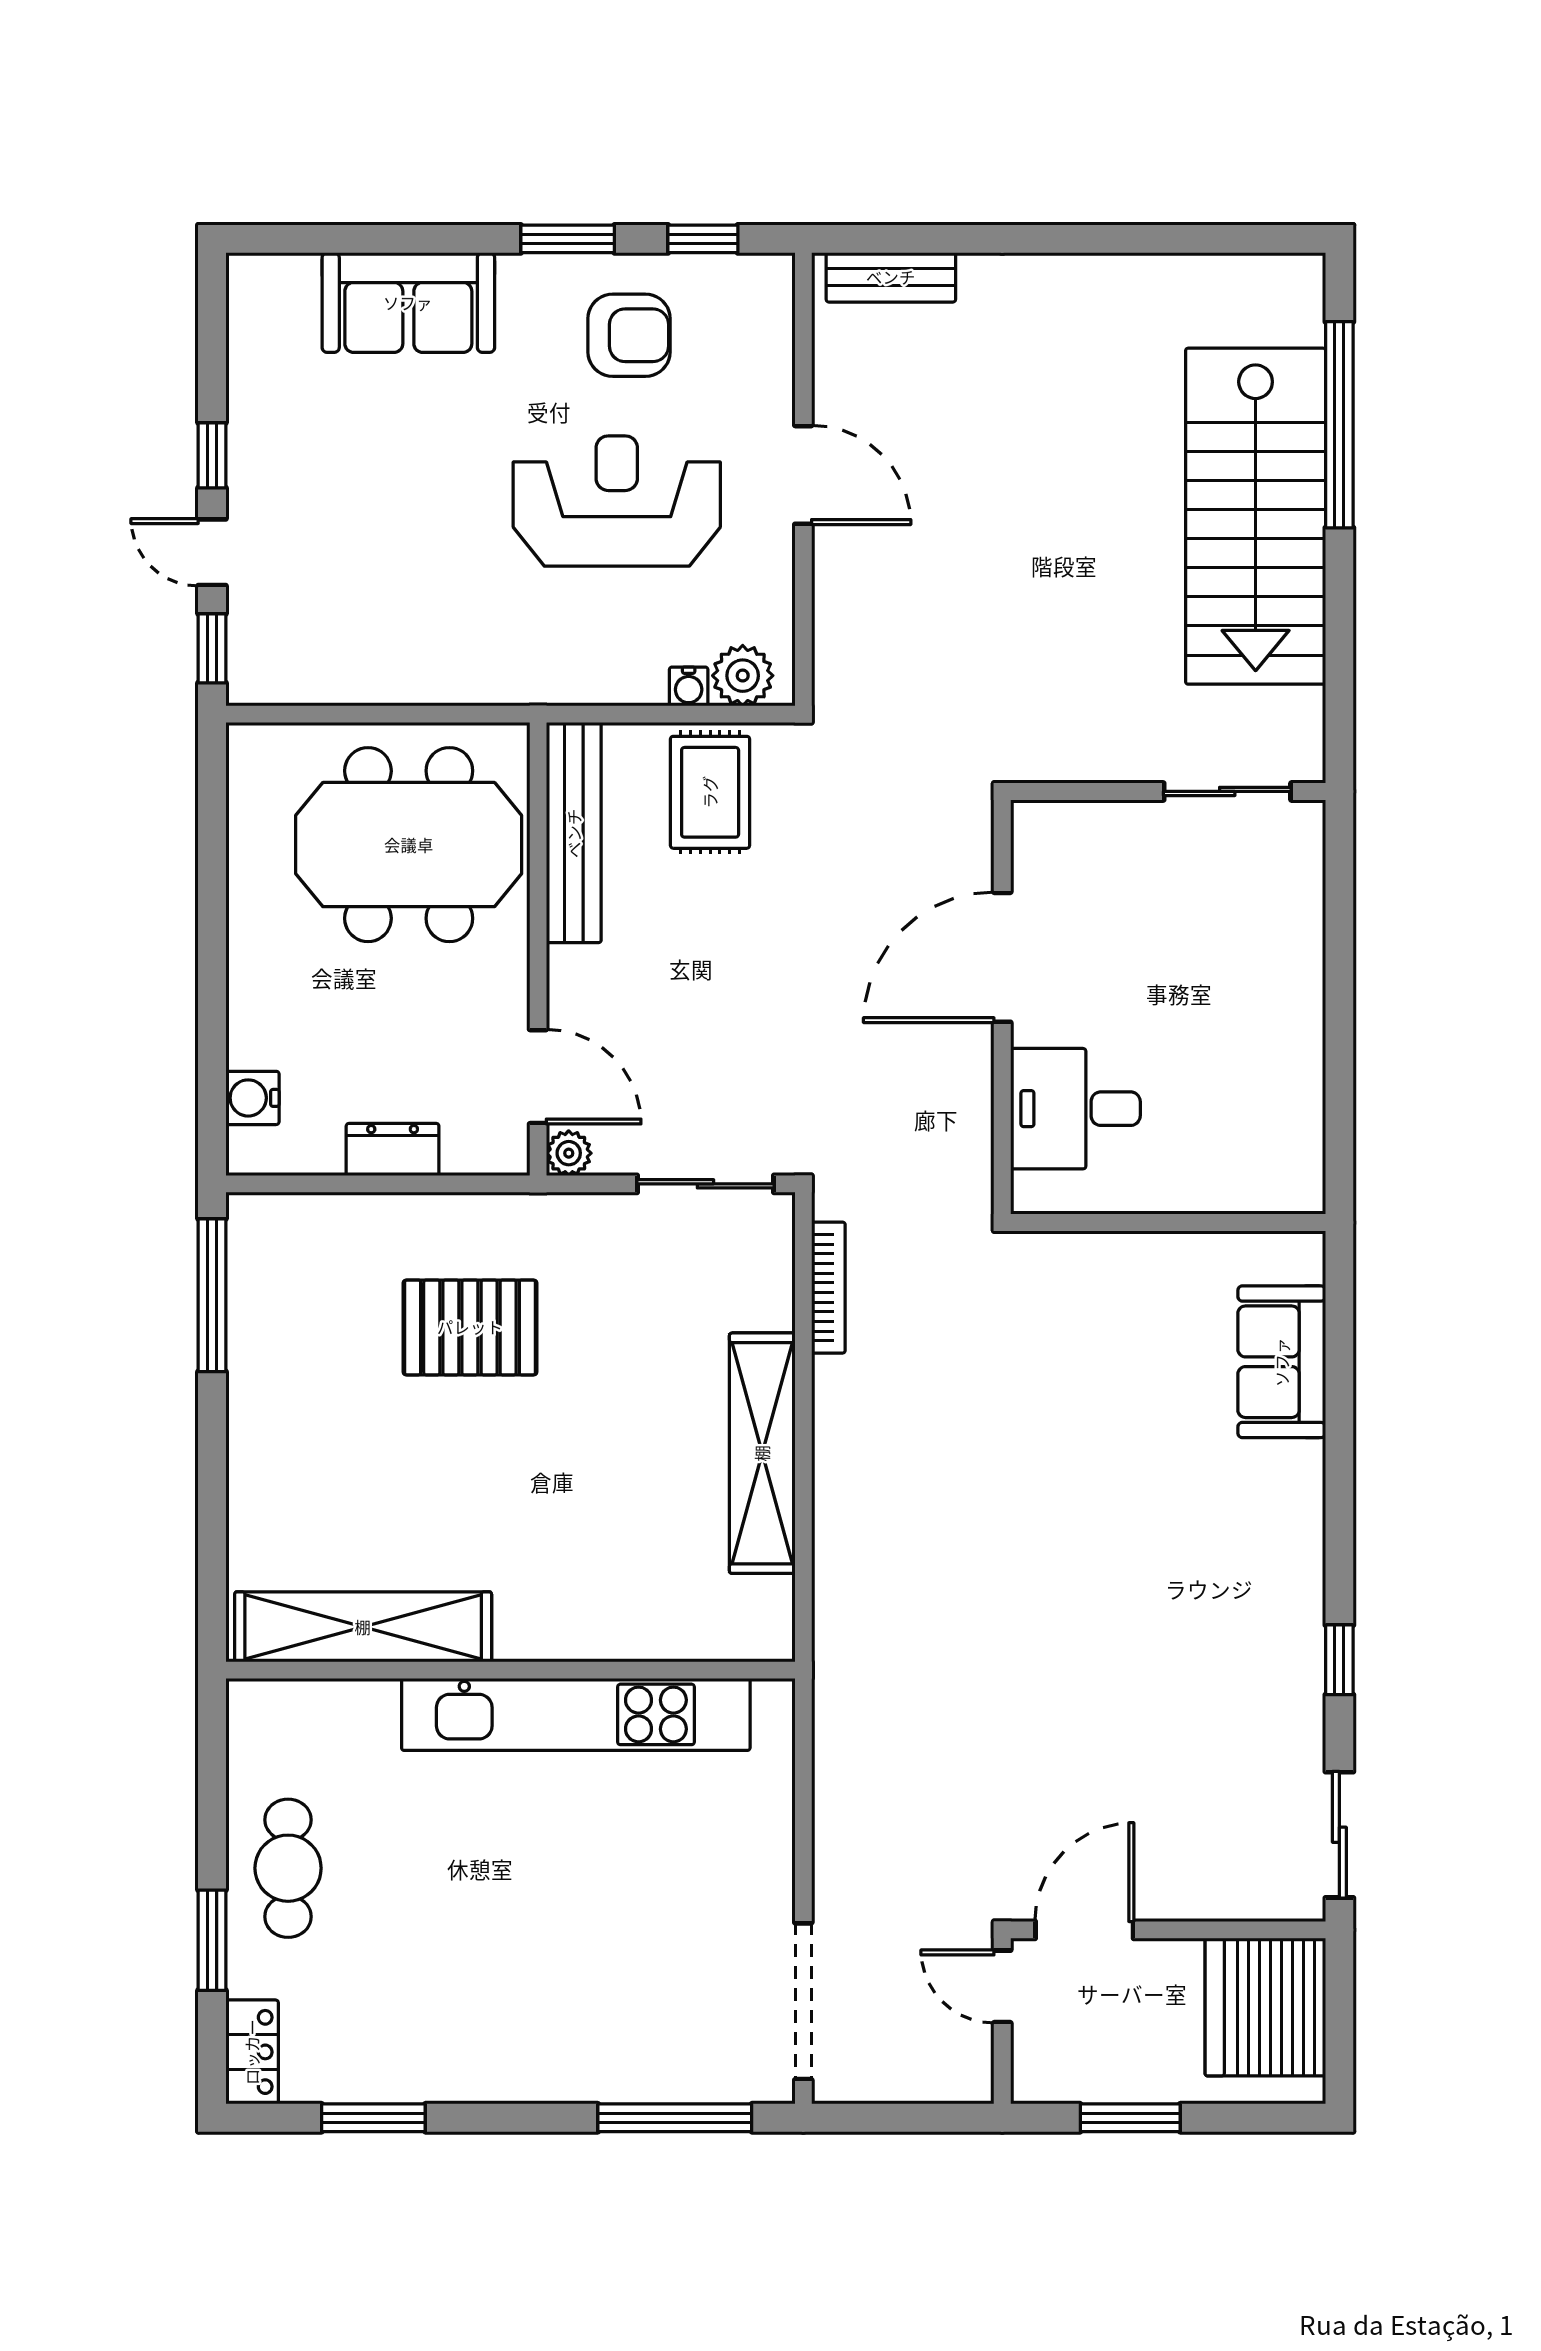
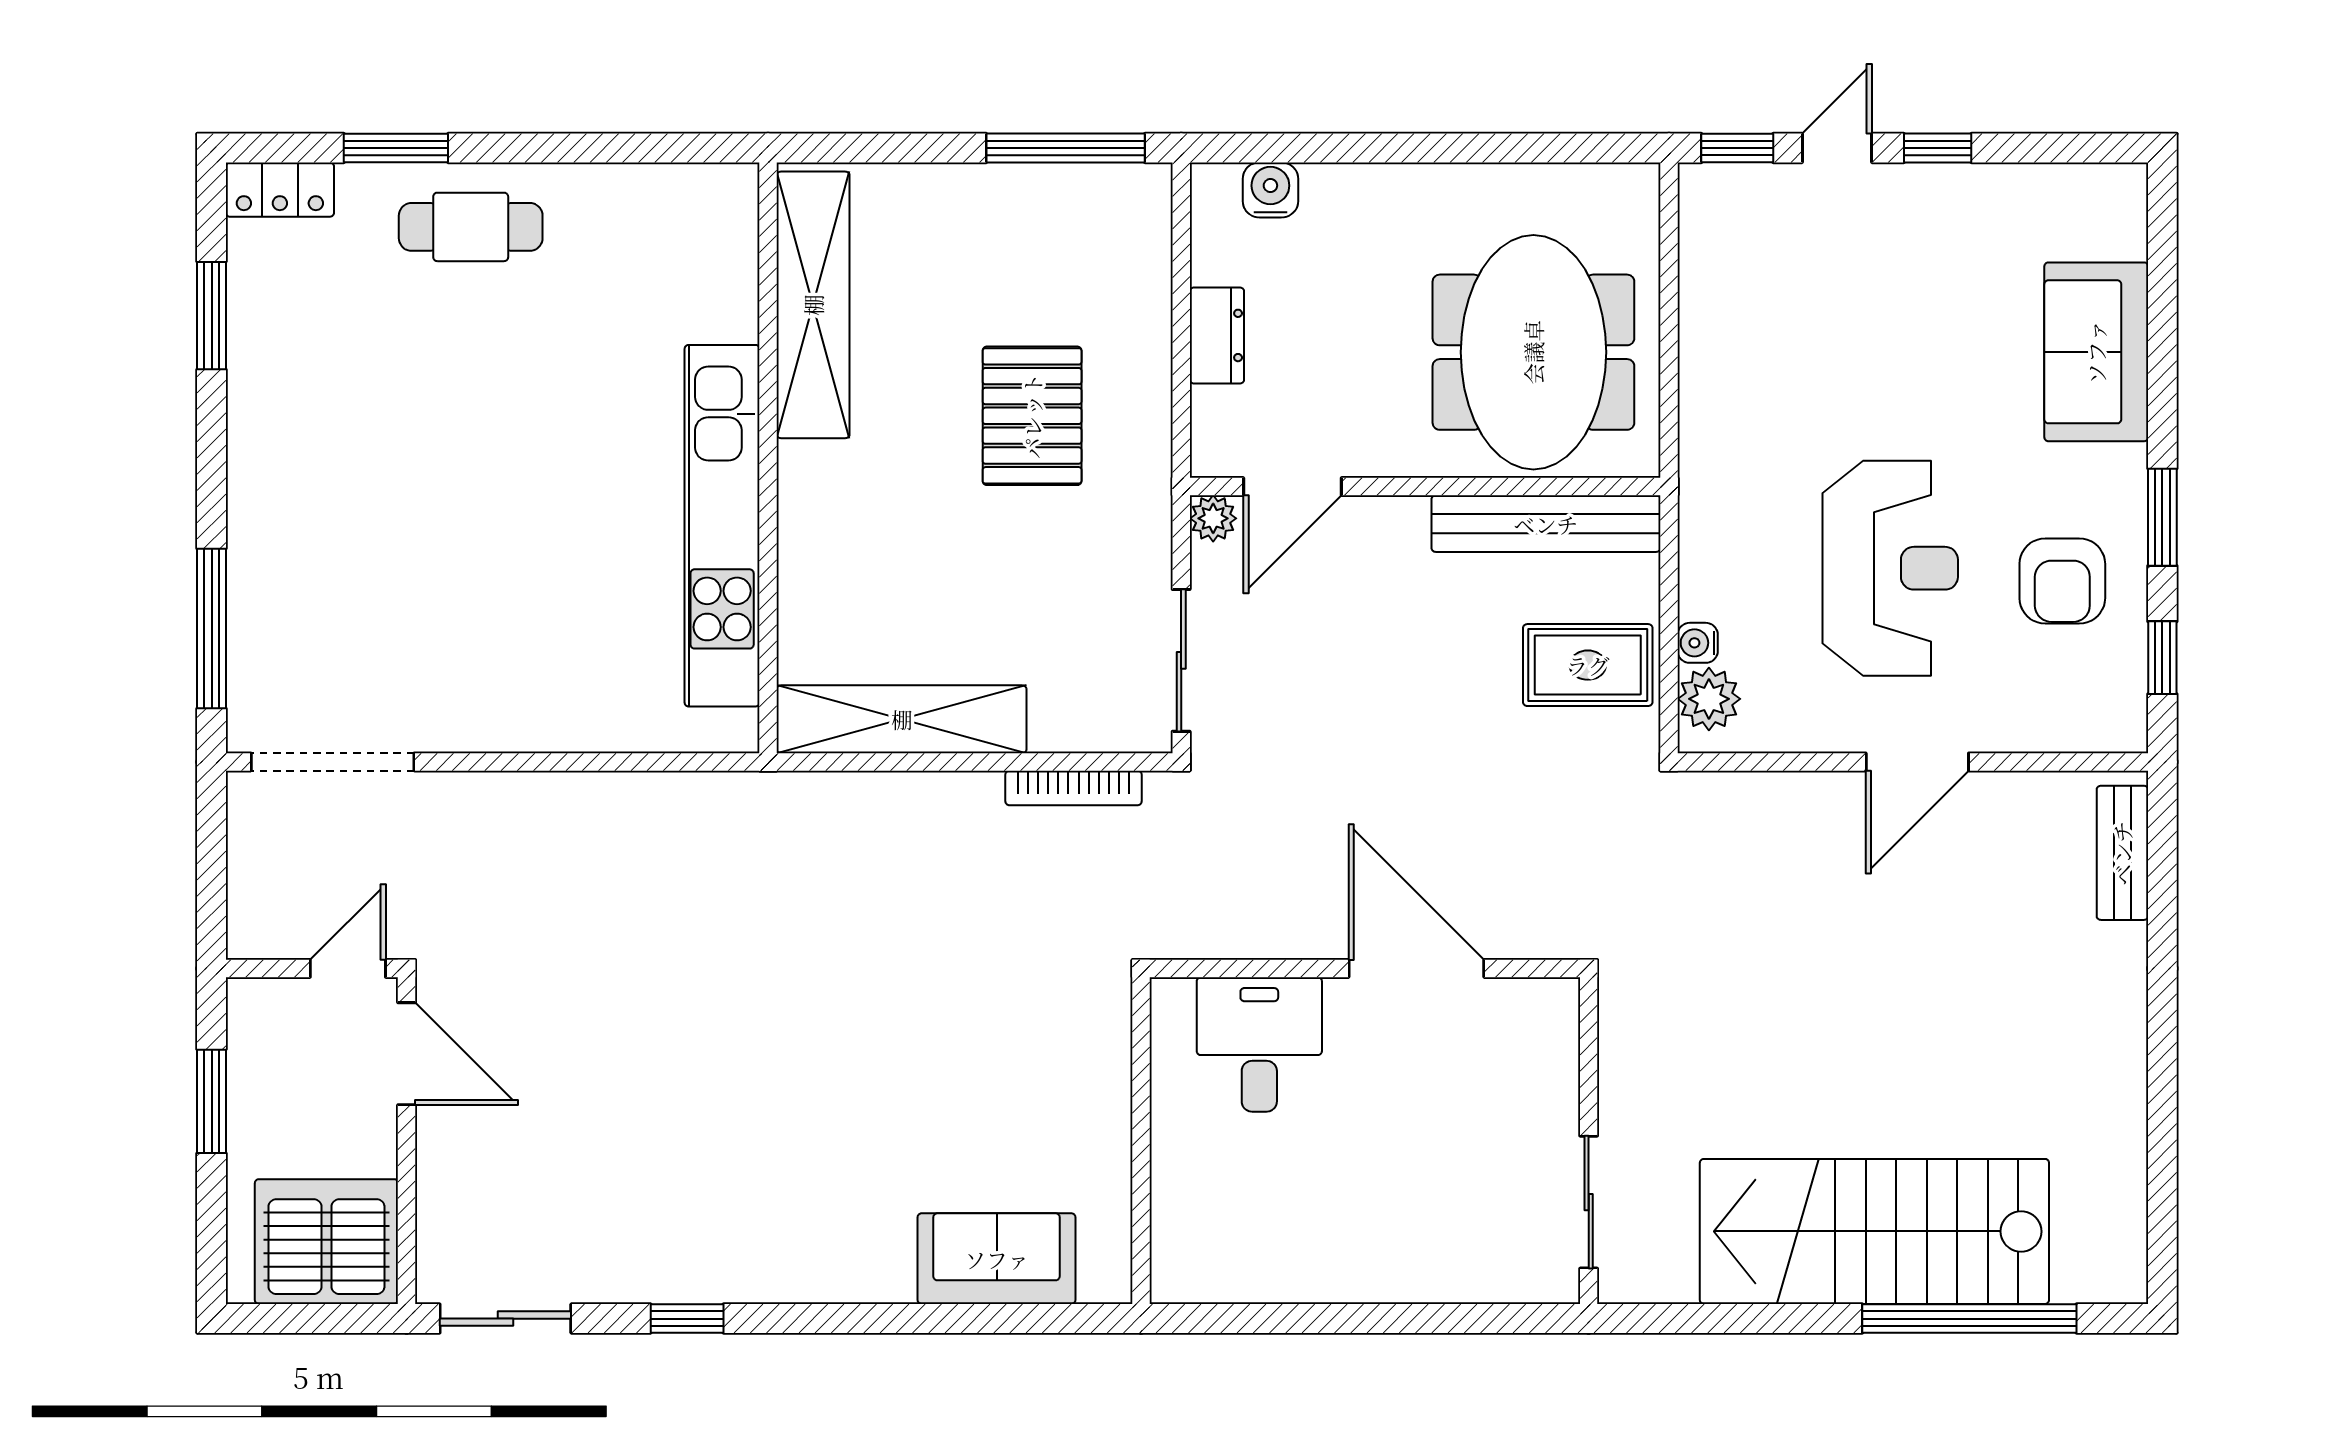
shelving: (363, 1627) -> (813, 305), moved
wall: (510, 1670) -> (768, 458), moved
kitchen unit: (576, 1714) -> (722, 526), moved

